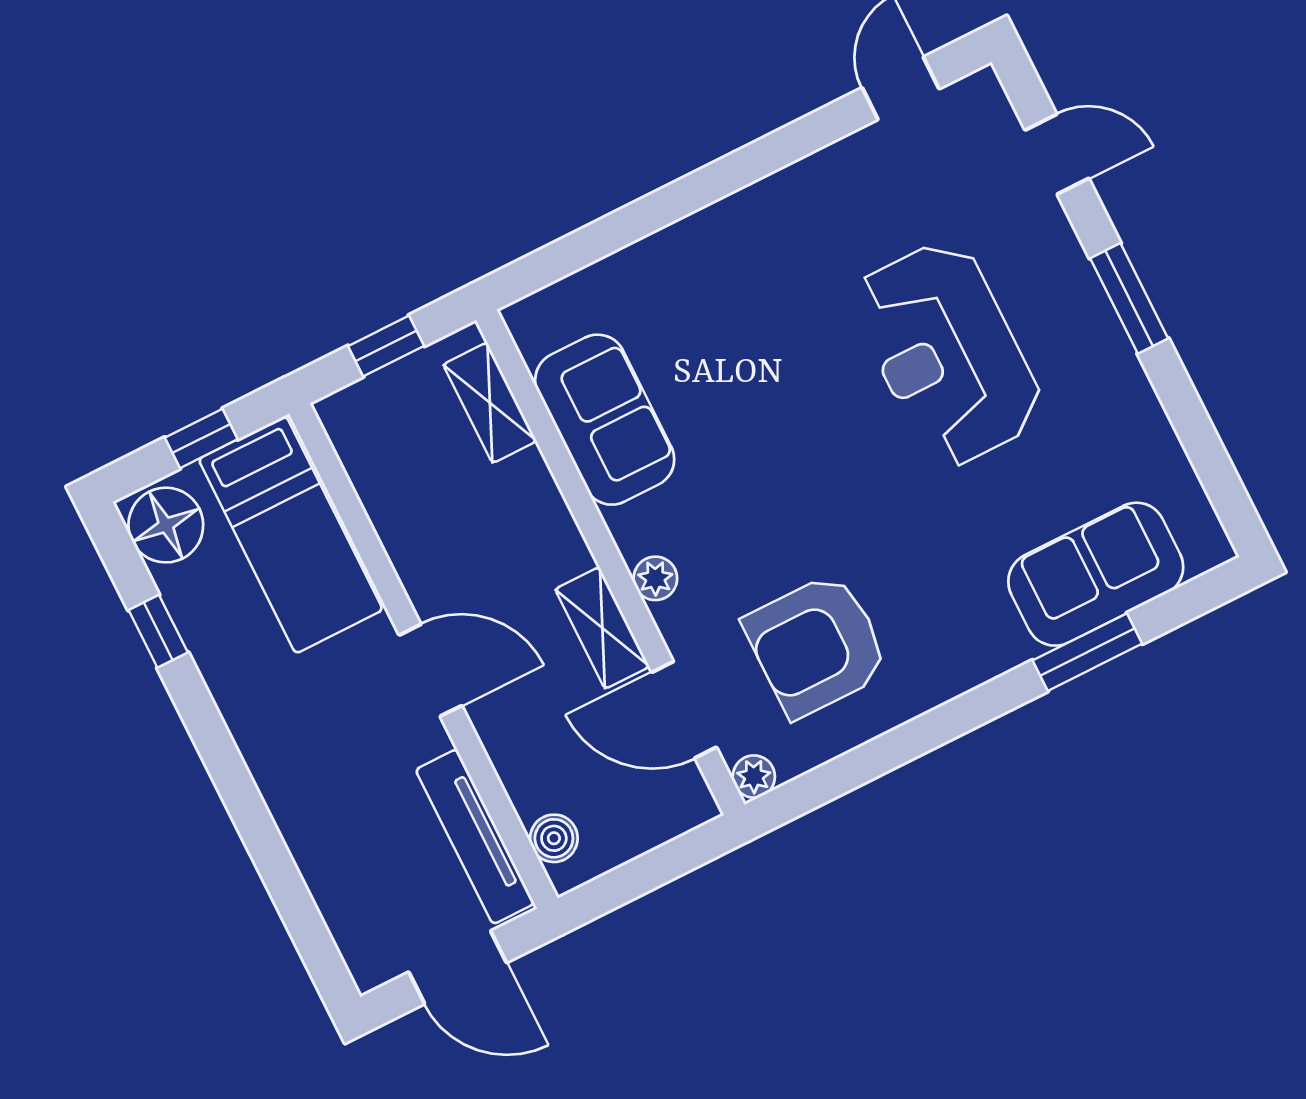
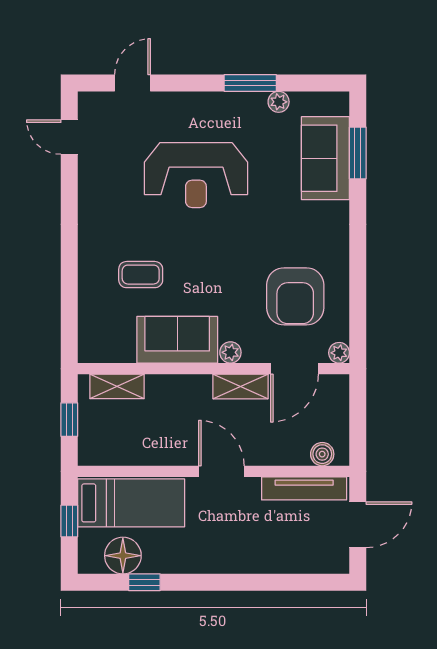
window: (1129, 298) -> (250, 83), moved
coffee table: (715, 344) -> (141, 275), added
sofa: (605, 420) -> (177, 340), moved
plant: (1156, 437) -> (279, 102), added
floor lamp: (166, 525) -> (123, 556), moved
window: (1087, 652) -> (358, 153), moved
door: (431, 670) -> (221, 471), hinge flipped

